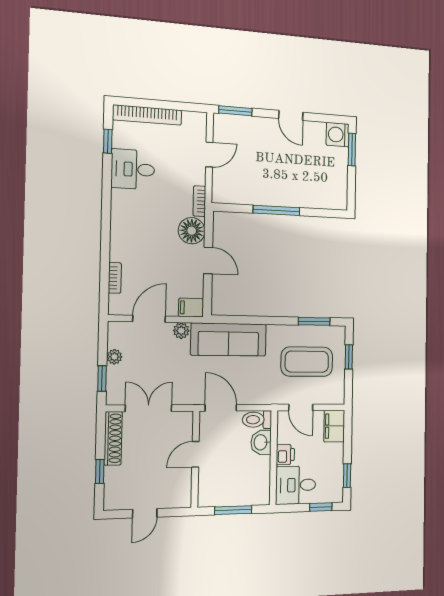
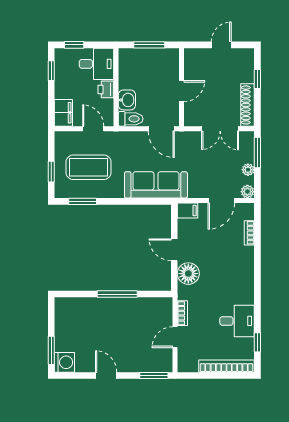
bookcase: (199, 201) -> (182, 313), moved
plant: (181, 331) -> (247, 192), moved
window: (102, 378) -> (257, 152), width x1.50

